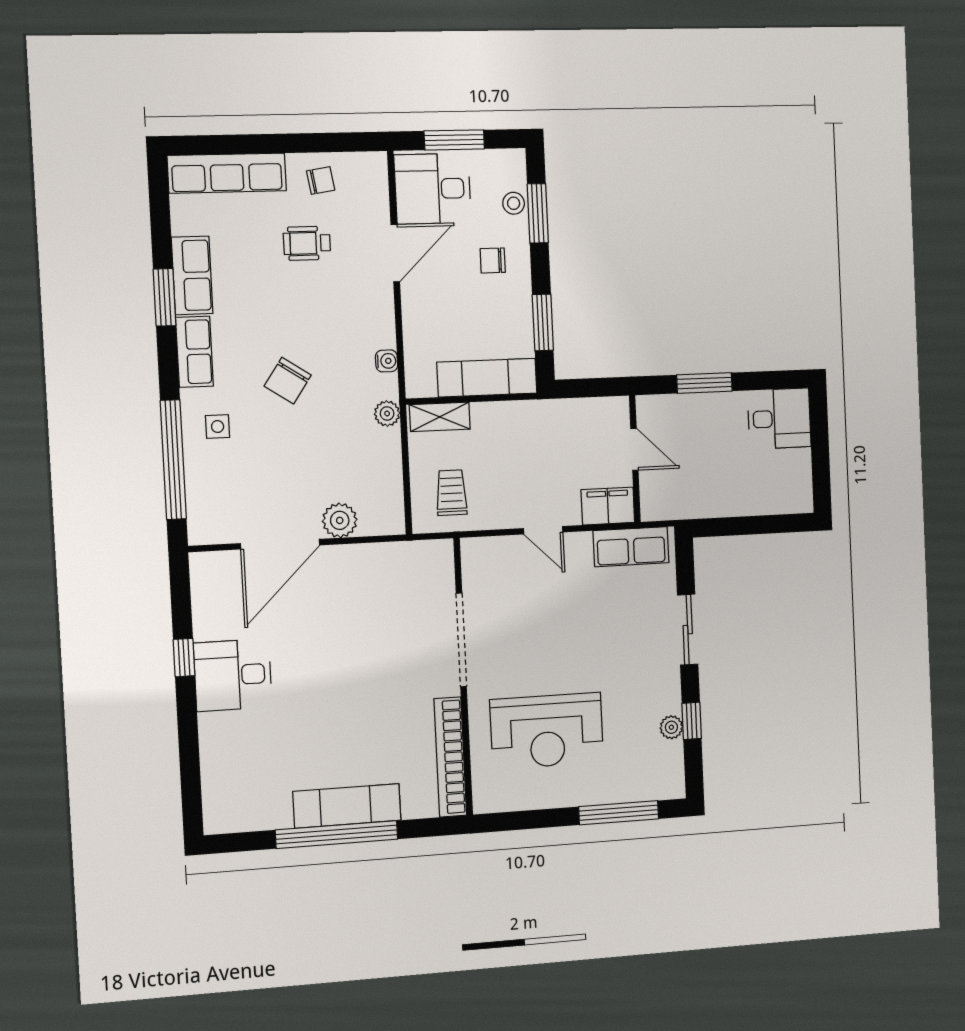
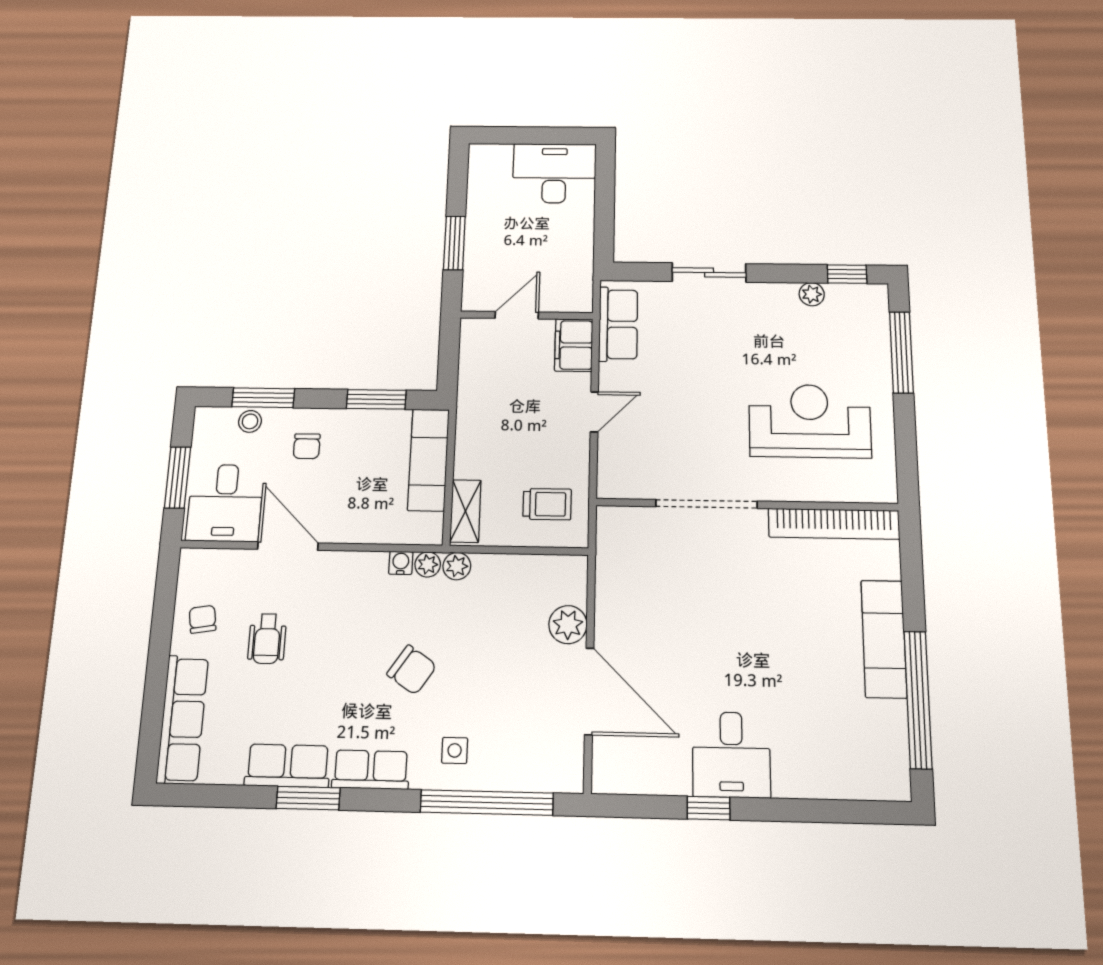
plant: (387, 386) -> (428, 564), added
desk: (779, 419) -> (554, 173), moved, width x1.37
trolley: (451, 493) -> (547, 504), turned 180
window: (692, 721) -> (847, 274), moved
reception desk: (547, 731) -> (810, 421), turned -90
window: (337, 835) -> (918, 699), moved

